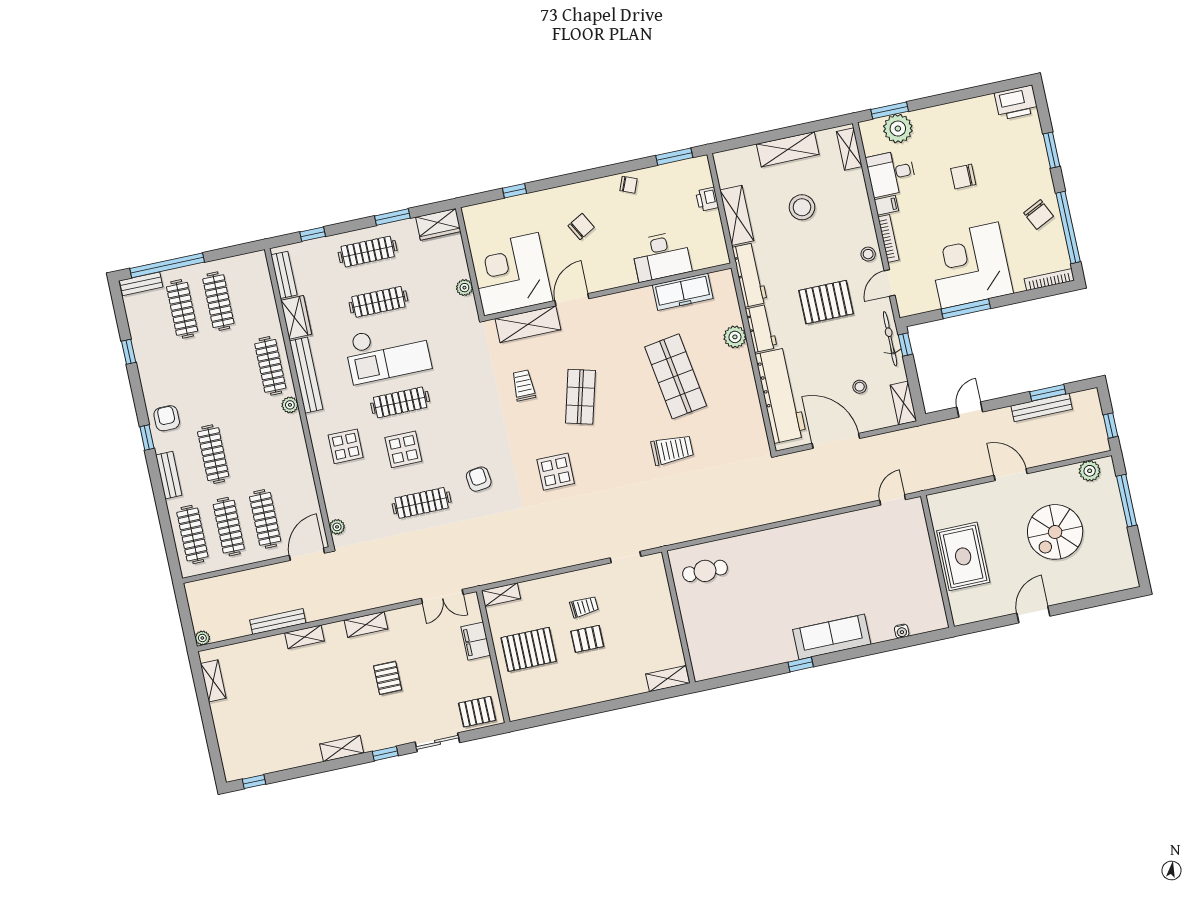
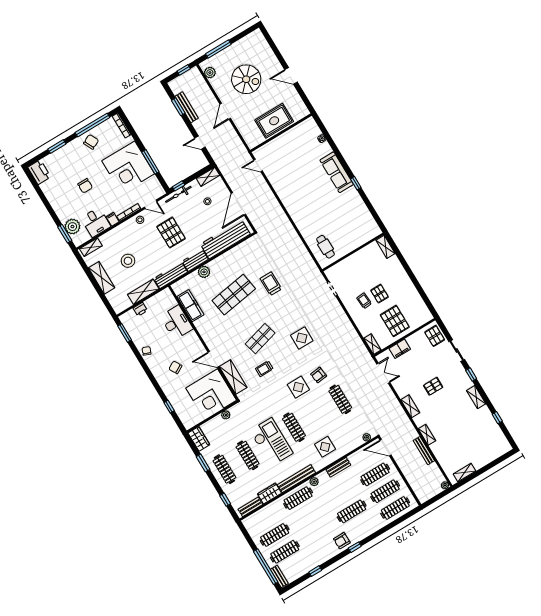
shop shelf: (580, 397) -> (260, 339), turned -30
display table: (403, 449) -> (298, 387), moved
bench: (169, 475) -> (338, 467), moved
window: (254, 782) -> (497, 418), moved

